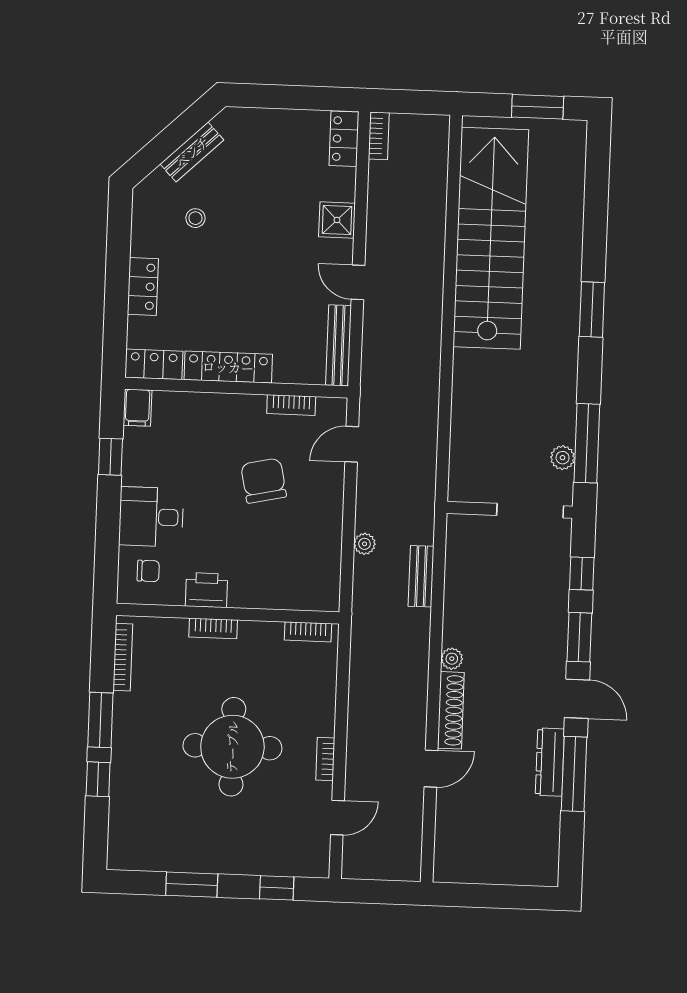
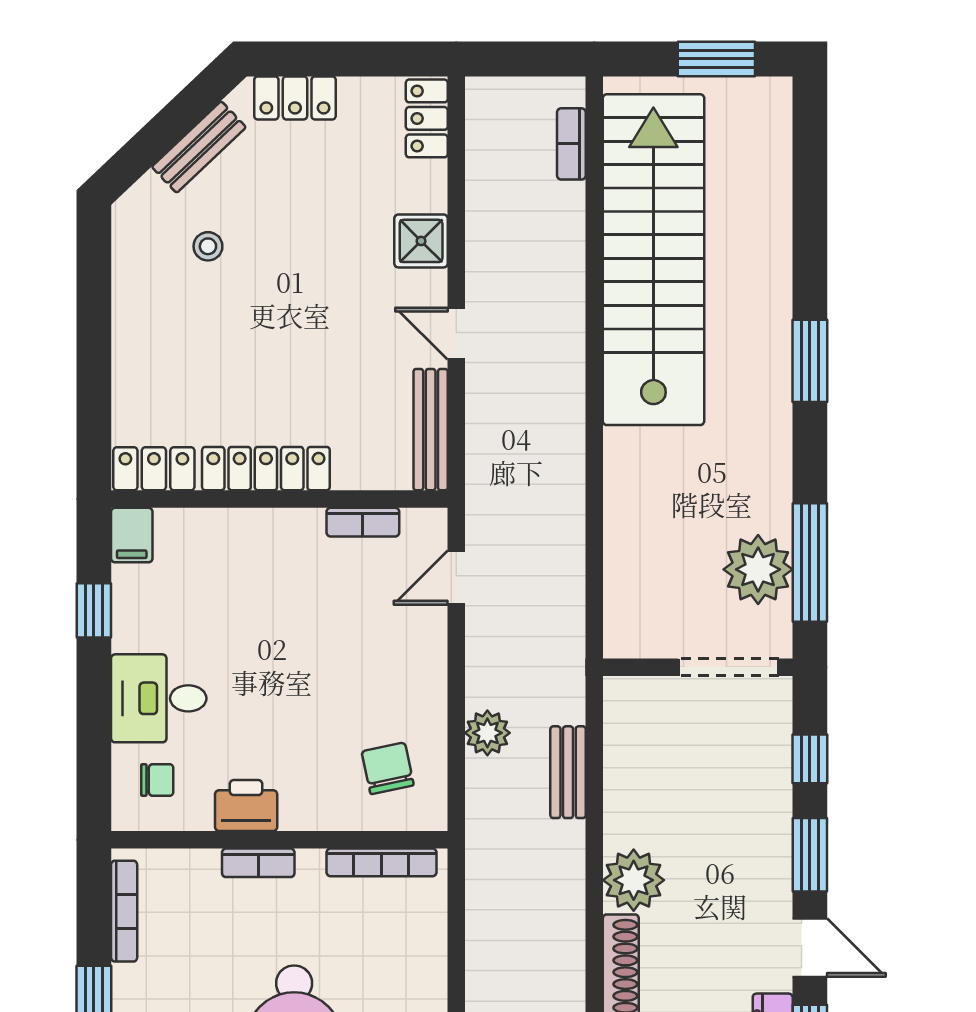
bookcase: (379, 136) -> (571, 144), moved, turned 180
locker: (143, 286) -> (295, 98), moved, turned 90
plant: (563, 458) -> (758, 569), width x1.87, depth x1.87
chair: (264, 481) -> (388, 768), moved, width x0.73, depth x0.73
plant: (365, 544) -> (487, 733), width x1.38, depth x1.38
bookcase: (308, 632) -> (381, 862), width x1.56
plant: (452, 659) -> (634, 880), width x1.88, depth x1.88

